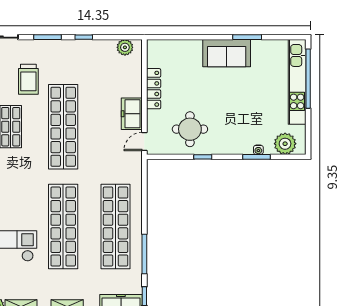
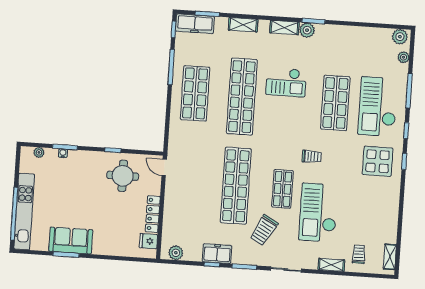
sofa: (227, 53) -> (71, 241), moved
fridge: (156, 58) -> (148, 241), added
trolley: (28, 79) -> (264, 230), turned -151
freezer: (132, 114) -> (217, 254), moved, turned -90
door: (144, 142) -> (164, 167), swing flipped
plant: (285, 144) -> (39, 152), width x0.53, depth x0.53
shop shelf: (116, 227) -> (195, 93), width x0.71

